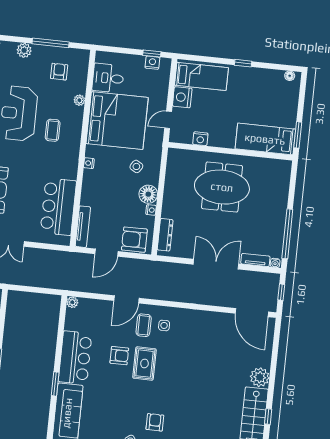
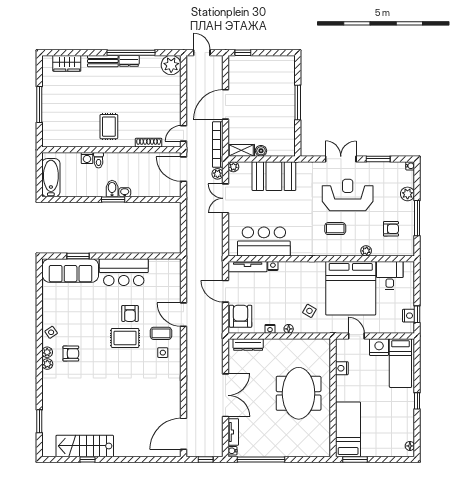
nightstand: (89, 163) -> (273, 266), moved
floor lamp: (148, 194) -> (289, 329), width x0.53, depth x0.53
plant: (72, 302) -> (175, 264), removed
plant: (260, 377) -> (124, 448), removed
window: (55, 384) -> (78, 256), moved

